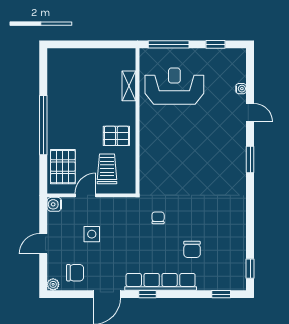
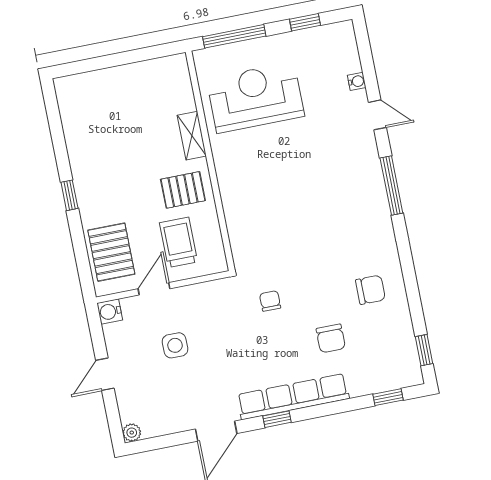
shelving: (129, 86) -> (192, 136), moved
window: (43, 125) -> (69, 195), width x0.32
window: (250, 159) -> (391, 185), width x1.44
chair: (75, 273) -> (370, 290), moved

